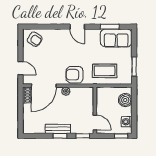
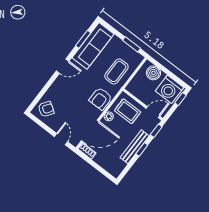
sofa: (116, 38) -> (93, 46), width x1.36
door: (20, 68) -> (61, 139), hinge flipped
door: (44, 86) -> (90, 131), hinge flipped
rug: (81, 103) -> (128, 111), added
washing machine: (127, 122) -> (169, 89), width x1.89, depth x1.89
bench: (58, 129) -> (135, 147), width x1.36

